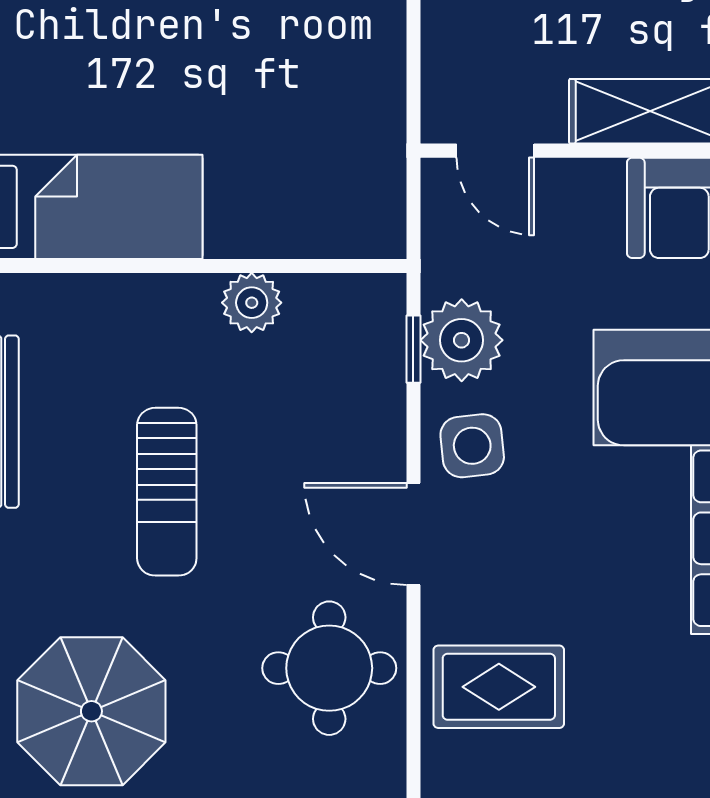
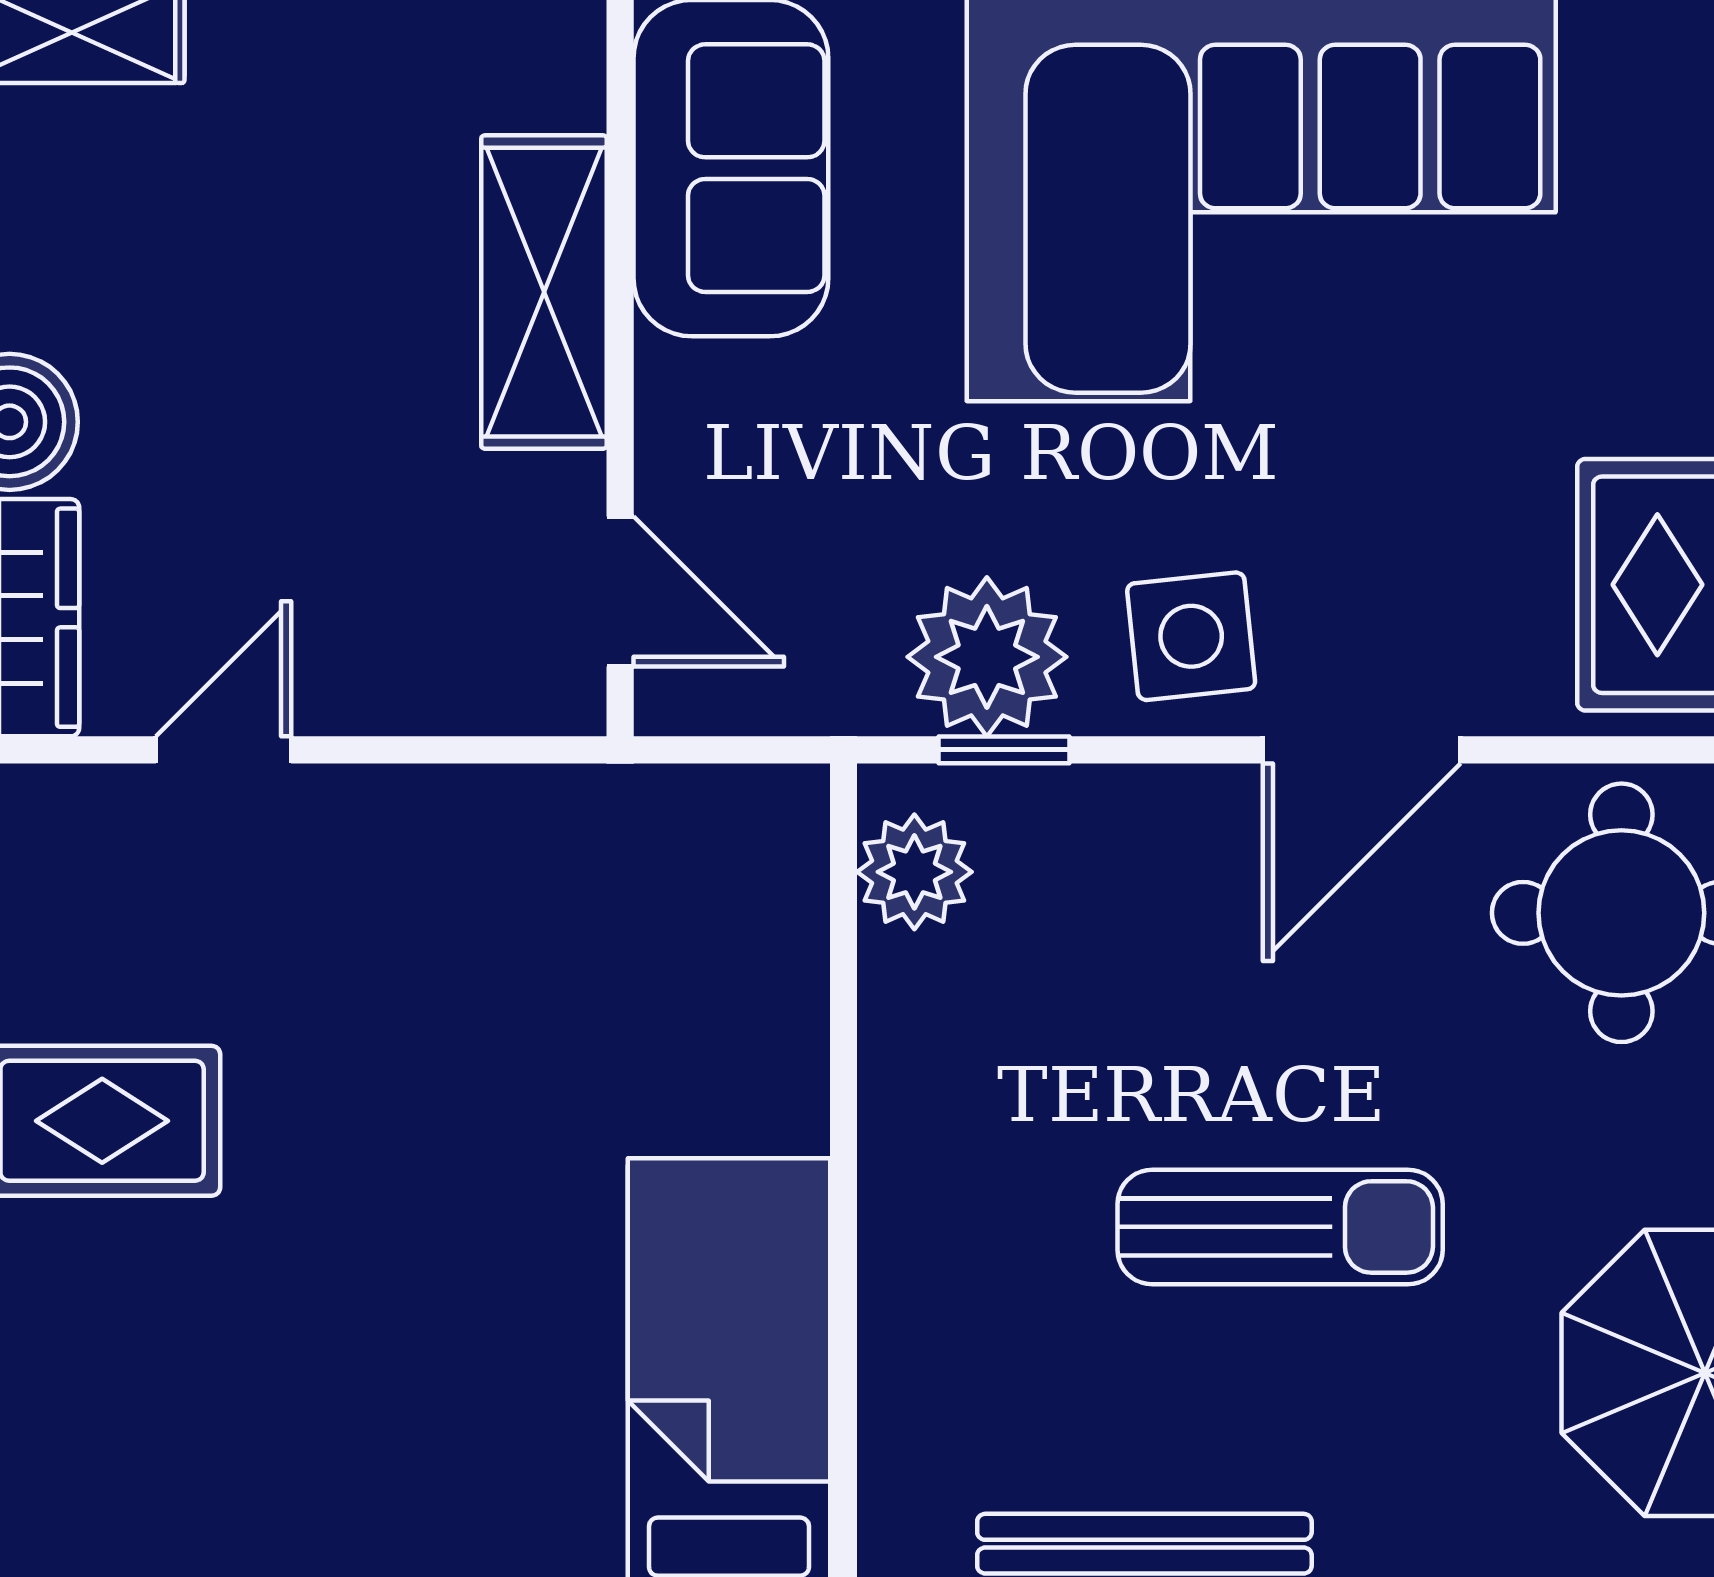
door: (495, 151) -> (620, 592), hinge flipped
plant: (252, 303) -> (914, 872), moved

